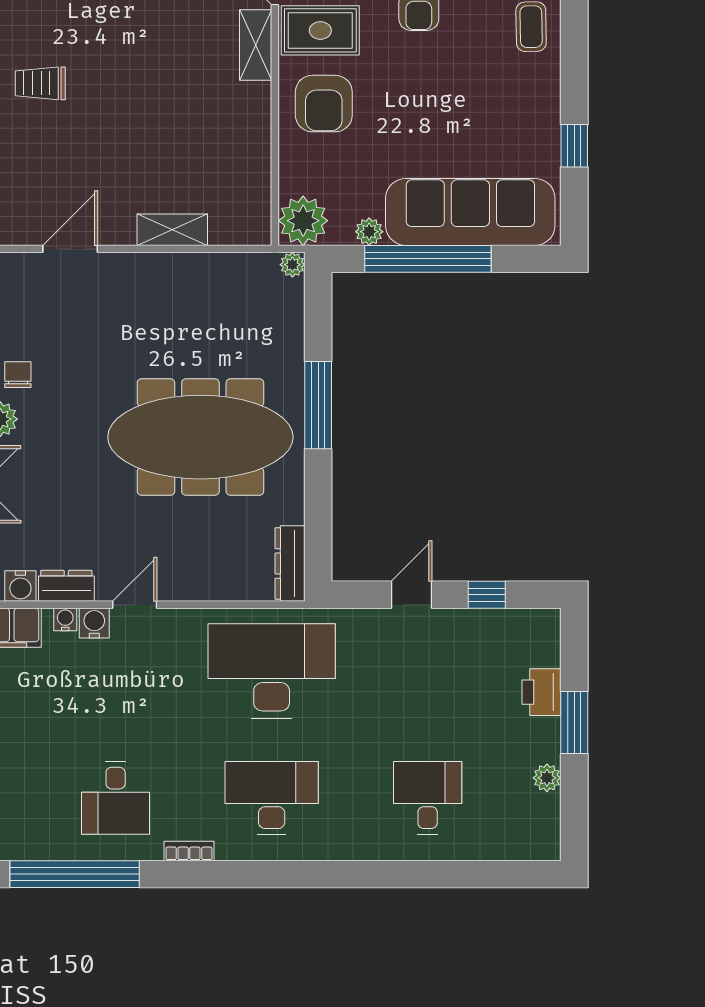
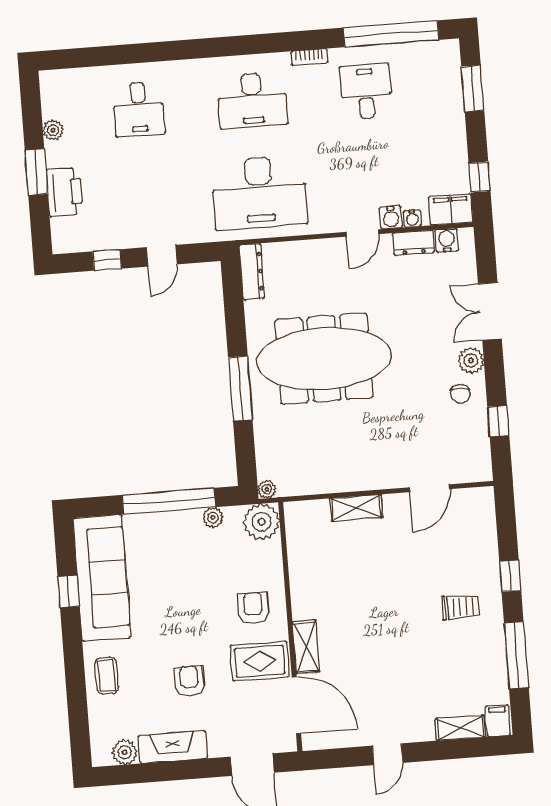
armchair: (324, 104) -> (253, 608), width x0.72, depth x0.72
sofa: (470, 212) -> (102, 578), moved, turned -90
printer: (542, 692) -> (65, 192), width x1.37, depth x1.19

